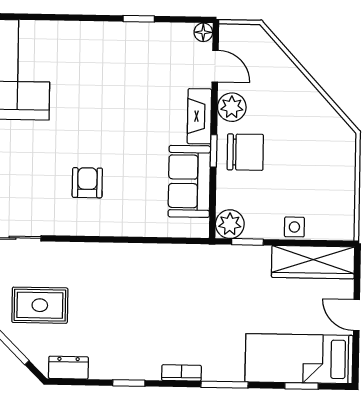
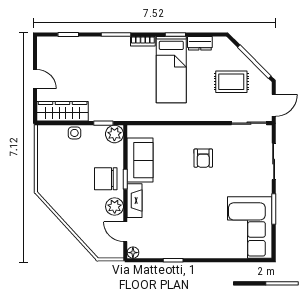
bed: (299, 359) -> (171, 70), moved, turned 90
dresser: (68, 368) -> (200, 43), moved

